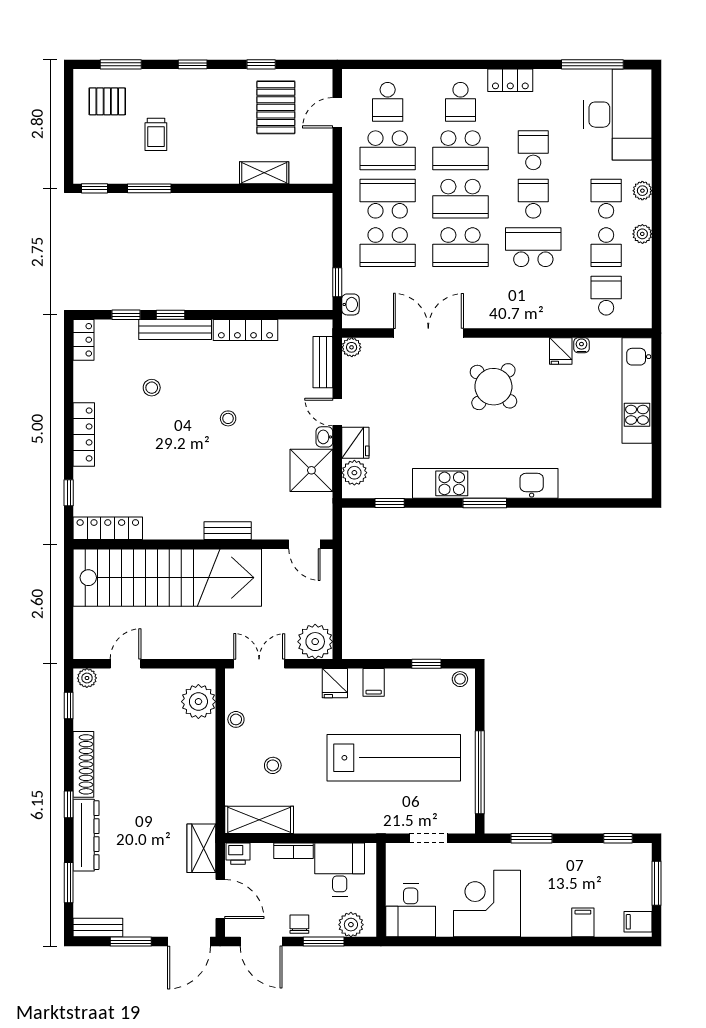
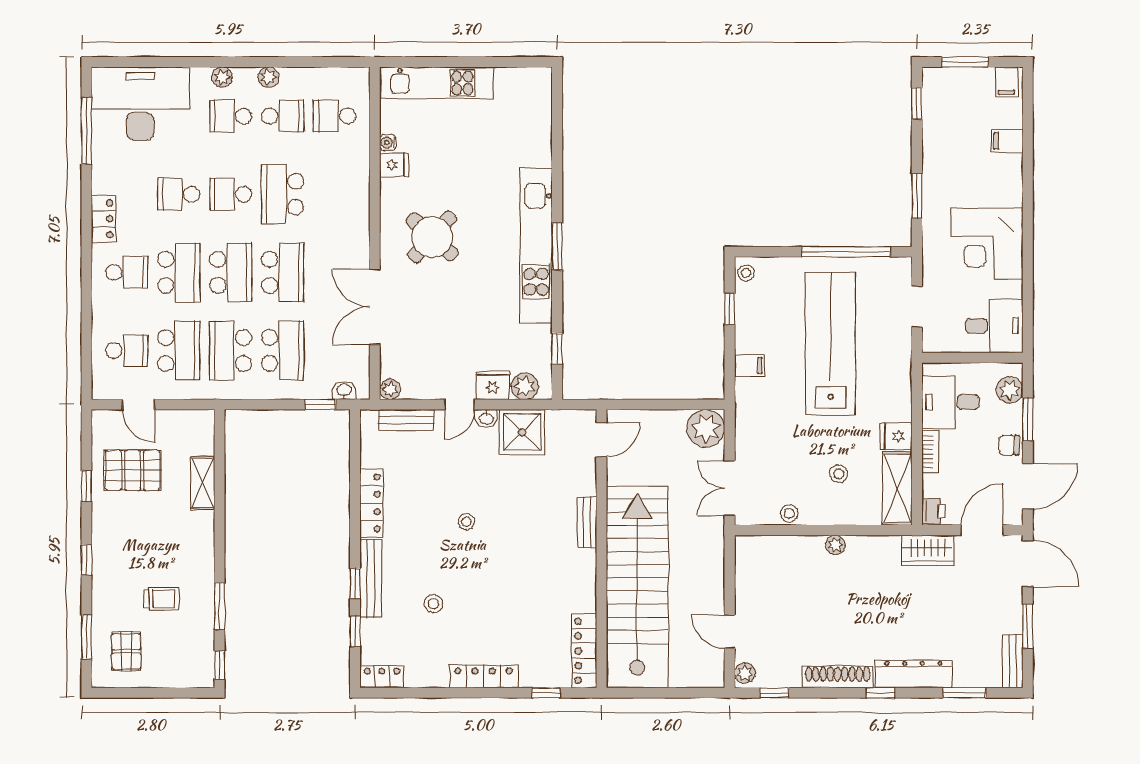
fridge: (335, 683) -> (896, 436), moved, turned 180
plant: (198, 702) -> (835, 545), moved, width x0.53, depth x0.53

